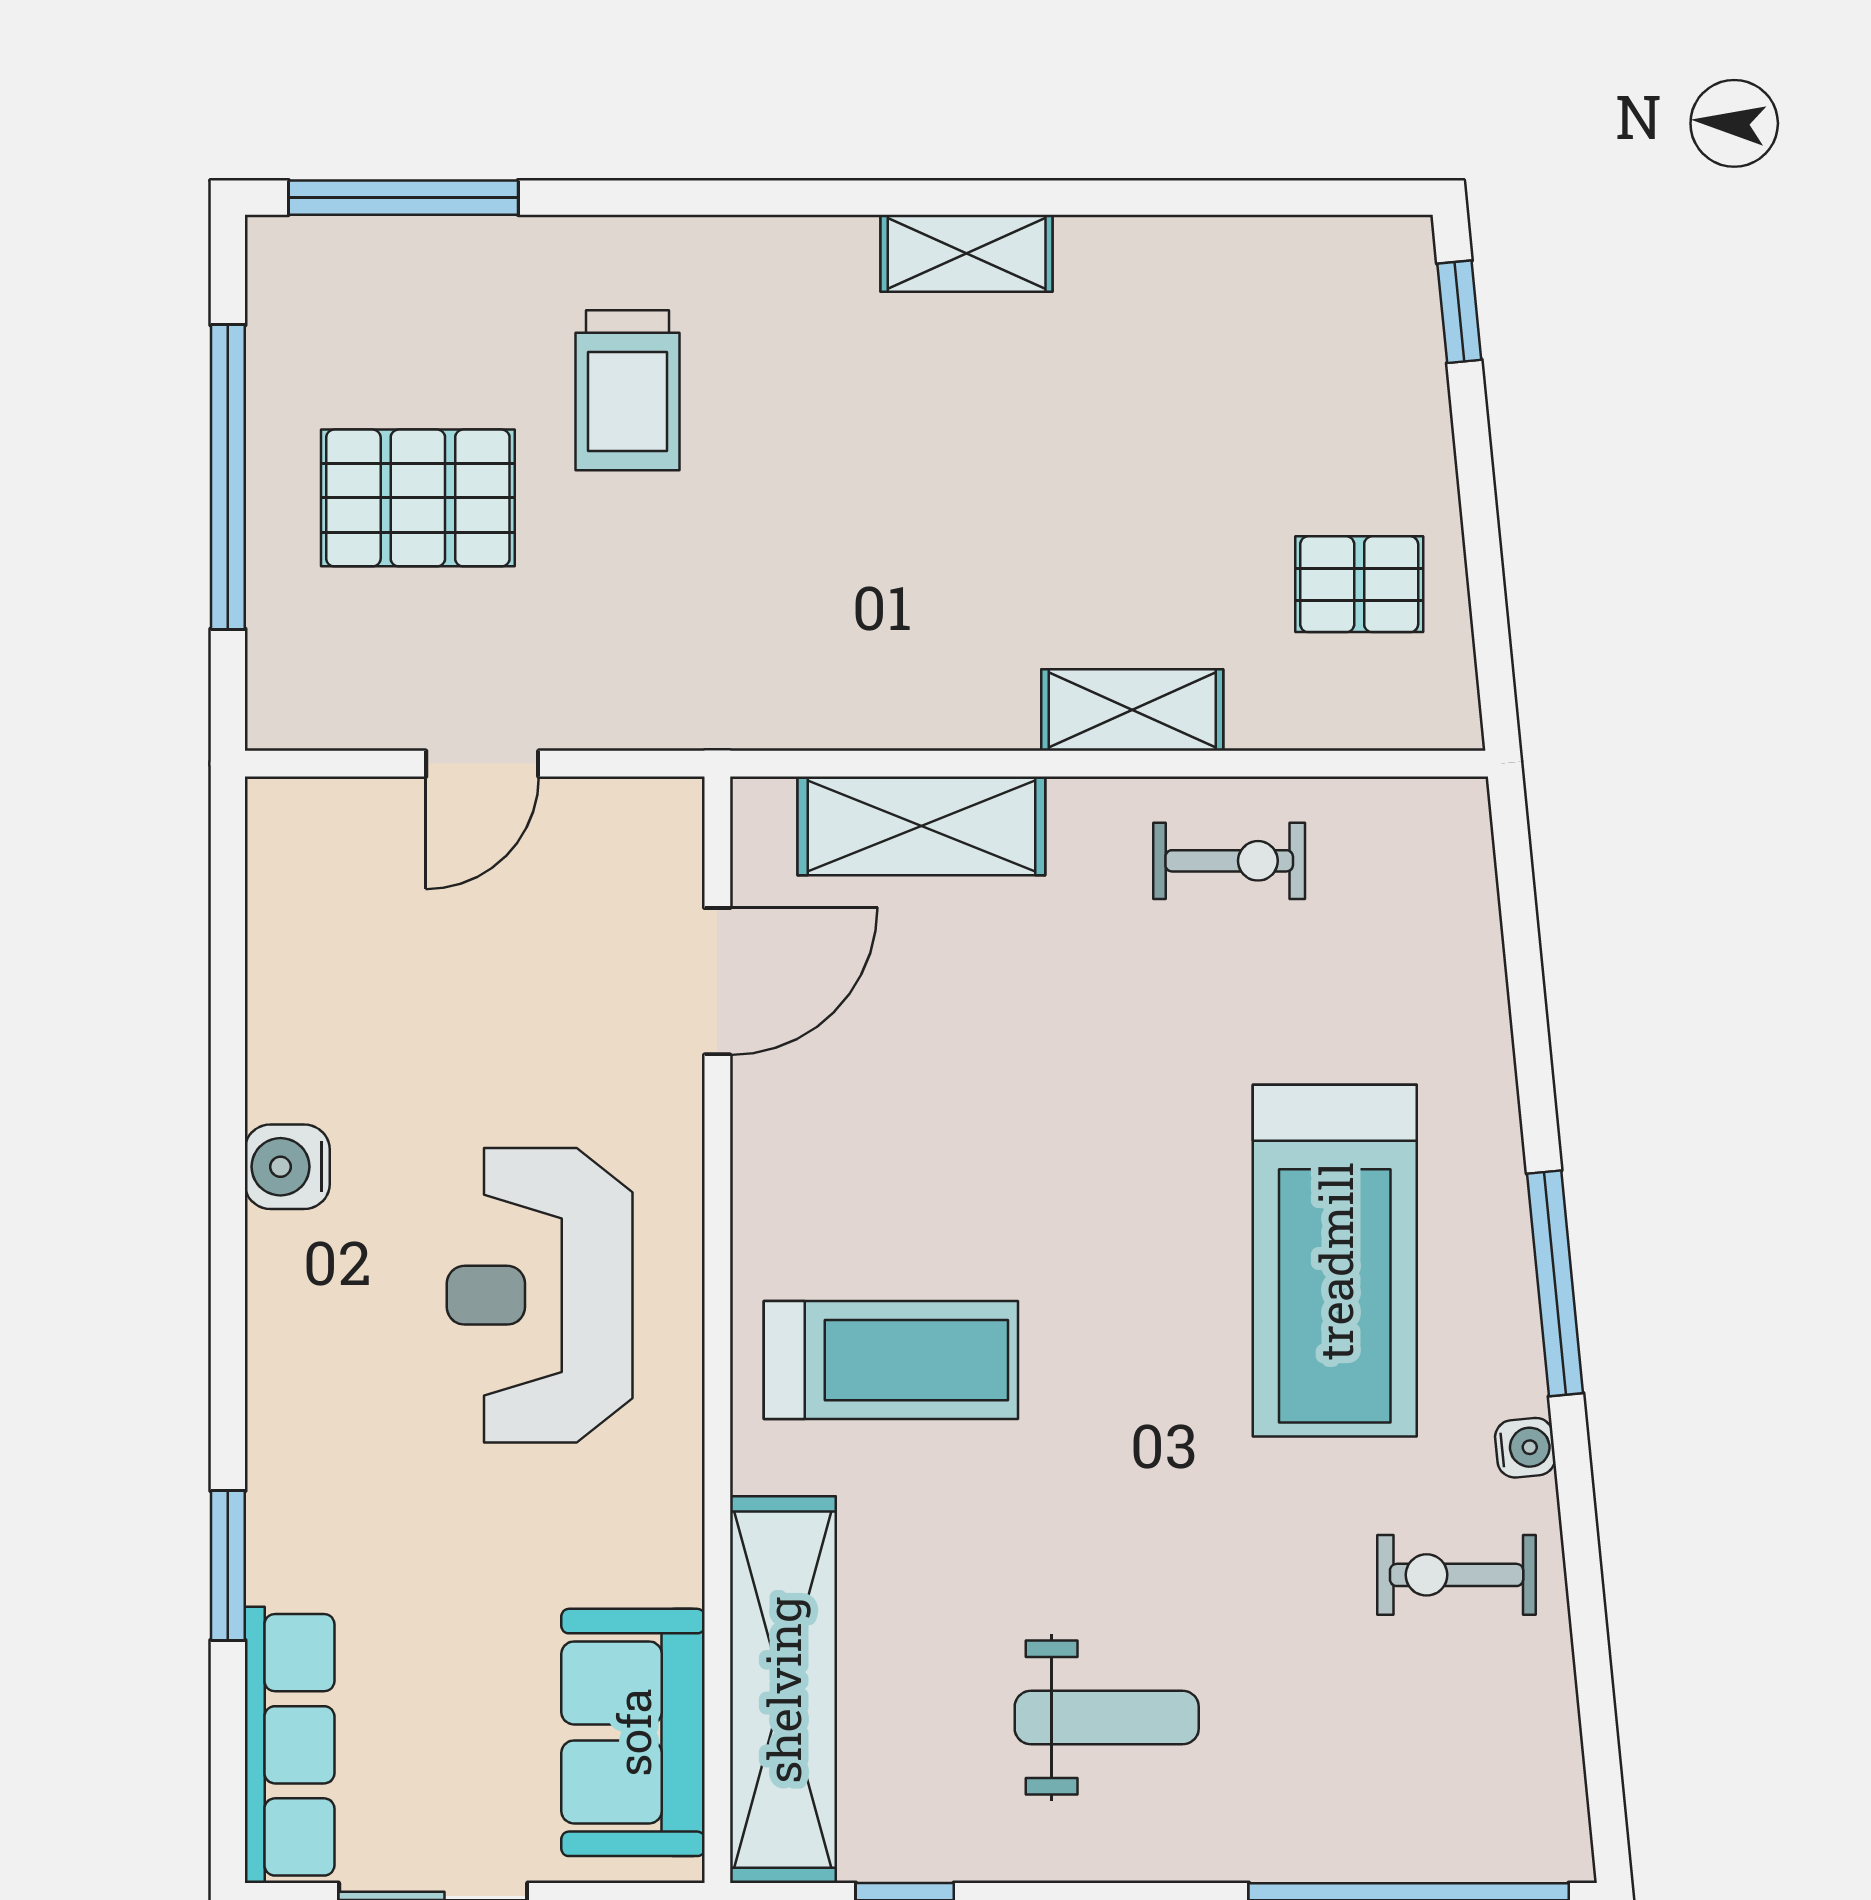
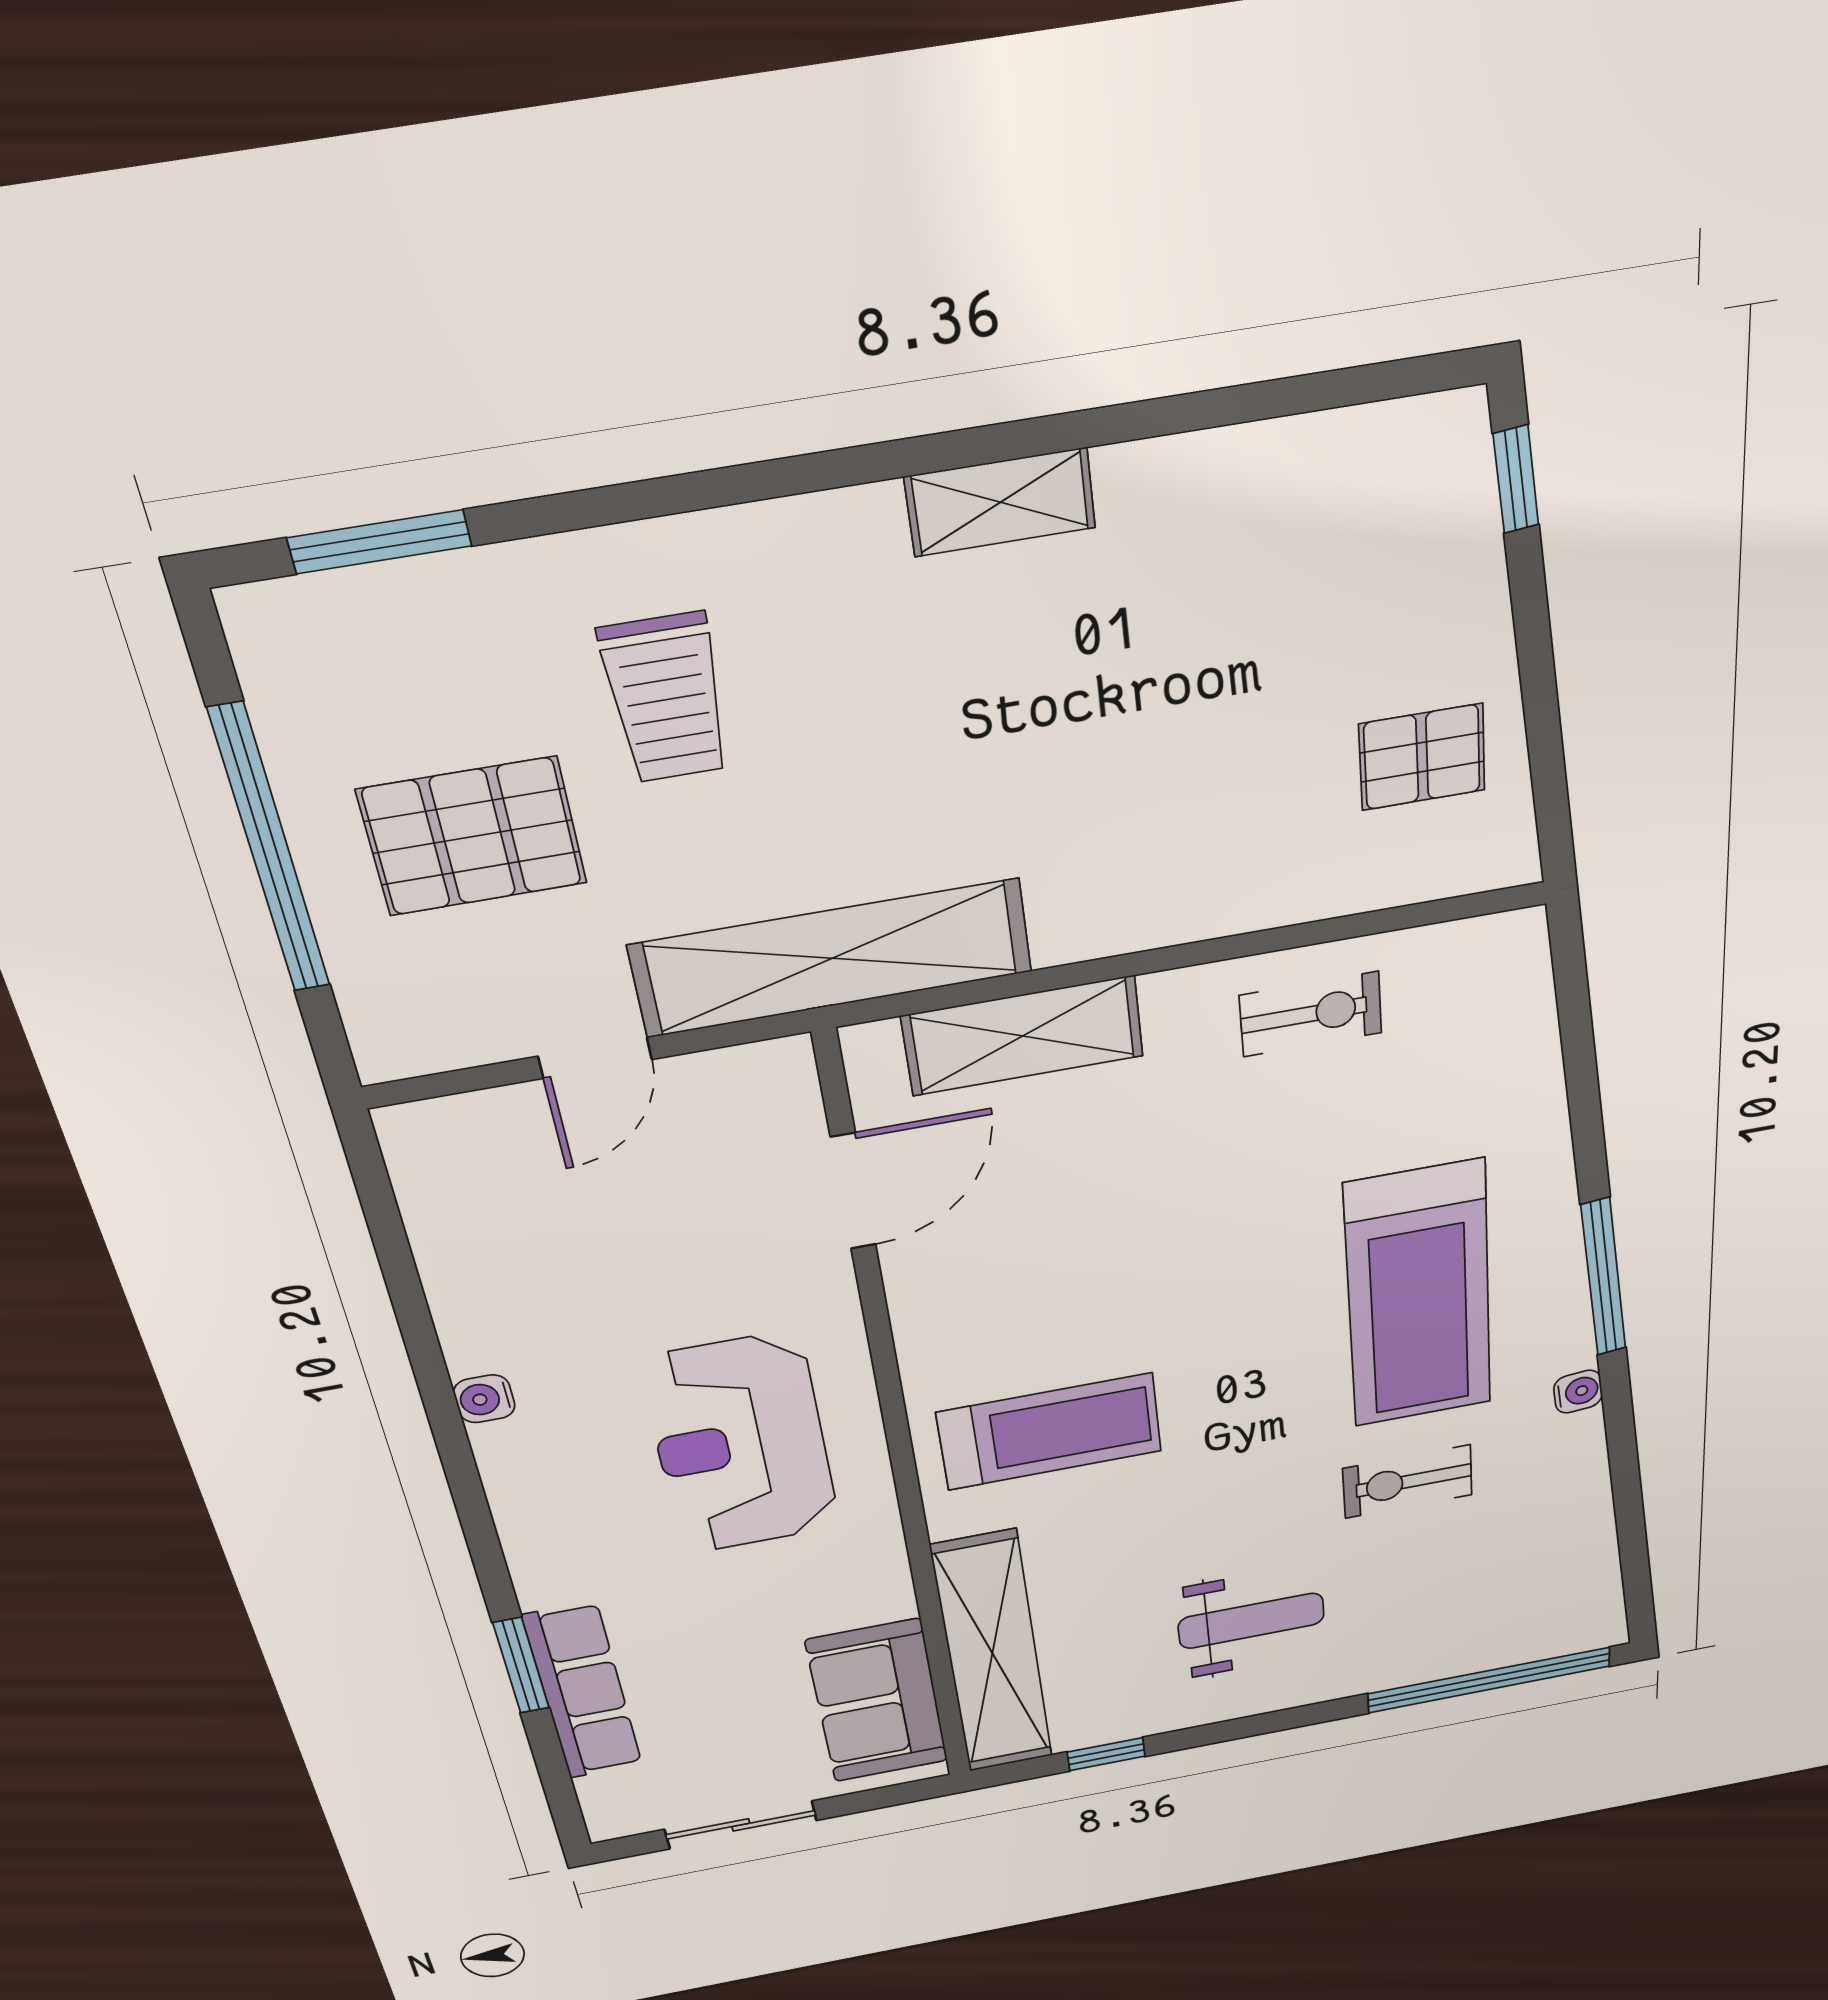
window: (403, 198) -> (380, 542), width x0.69
shelving: (1132, 710) -> (832, 958), moved, width x2.20, depth x1.33
water cooler: (287, 1167) -> (484, 1399), width x0.72, depth x0.72
exercise bike: (1457, 1575) -> (1408, 1482), moved
row of seats: (290, 1745) -> (583, 1691), moved

